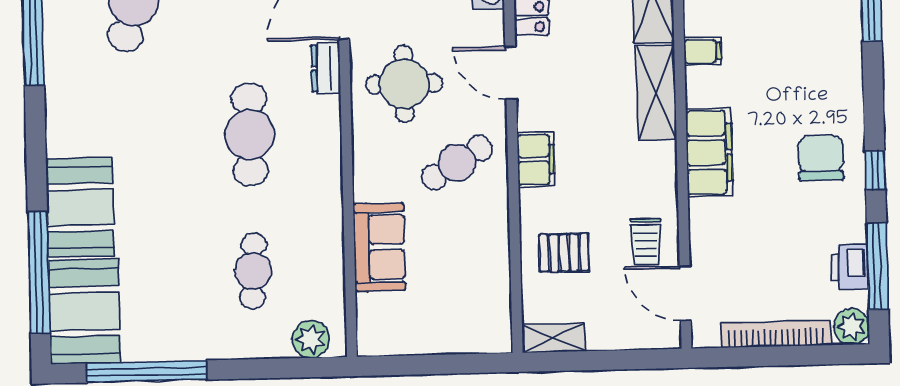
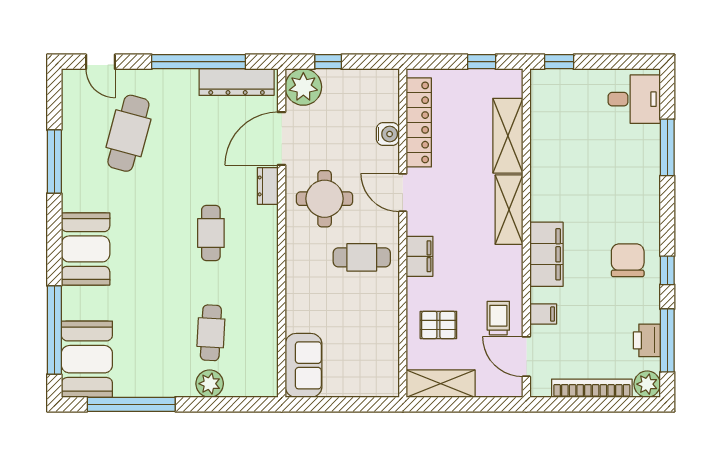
filing cabinet: (702, 51) -> (543, 314), moved
cafe table: (250, 135) -> (211, 233), width x0.73, depth x0.74
cafe table: (457, 163) -> (362, 257), turned 31
booth: (80, 207) -> (86, 249), moved
trolley: (646, 241) -> (498, 318), turned 180
sofa: (379, 247) -> (304, 365), moved
shelving: (553, 338) -> (441, 384), width x1.50, depth x1.33
plant: (311, 339) -> (210, 384), moved

